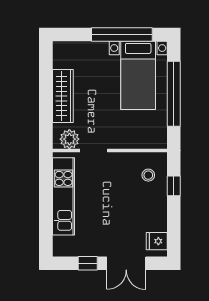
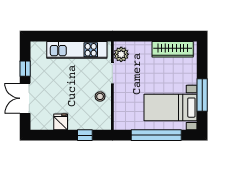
window: (122, 34) -> (202, 95), width x0.68
wardrobe: (63, 96) -> (173, 49), moved
stool: (148, 175) -> (100, 96), moved
fridge: (157, 241) -> (61, 122), moved

